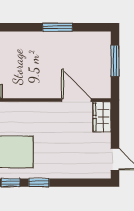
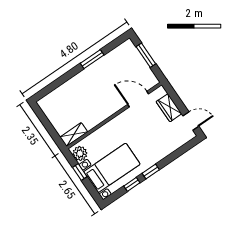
wardrobe: (102, 117) -> (169, 108), moved

